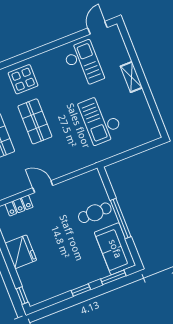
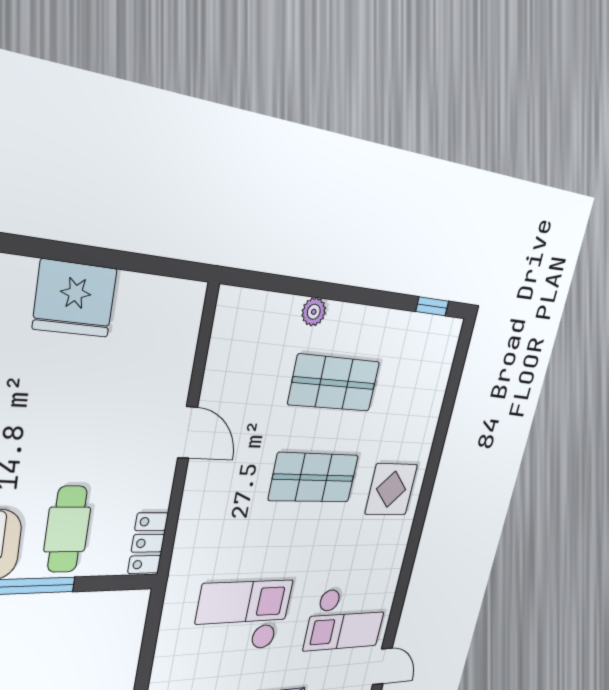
door: (43, 187) -> (188, 433), hinge flipped
locker: (19, 206) -> (148, 543), moved

